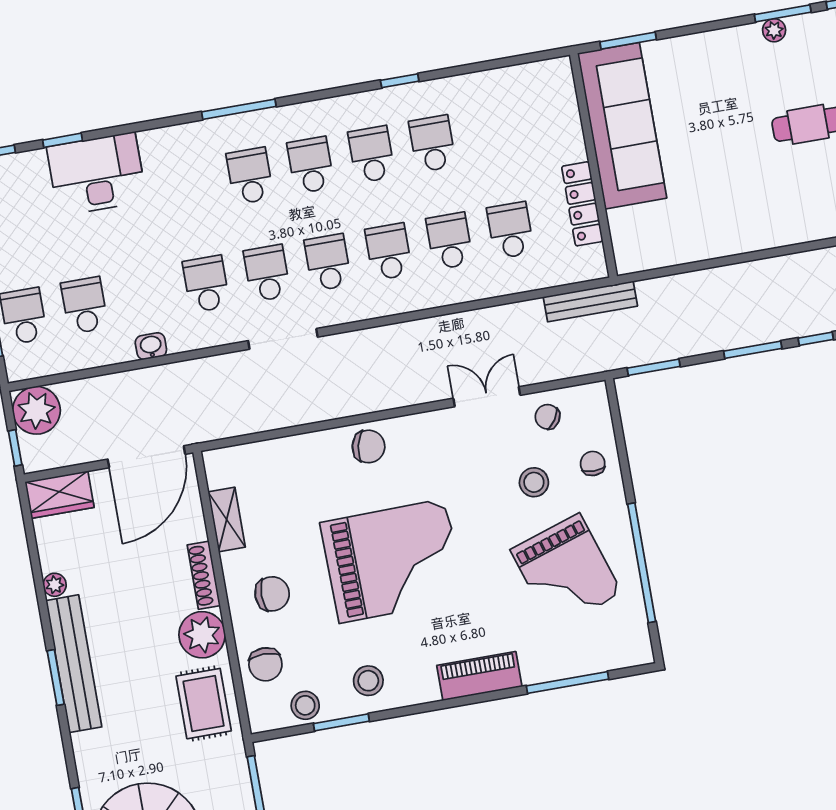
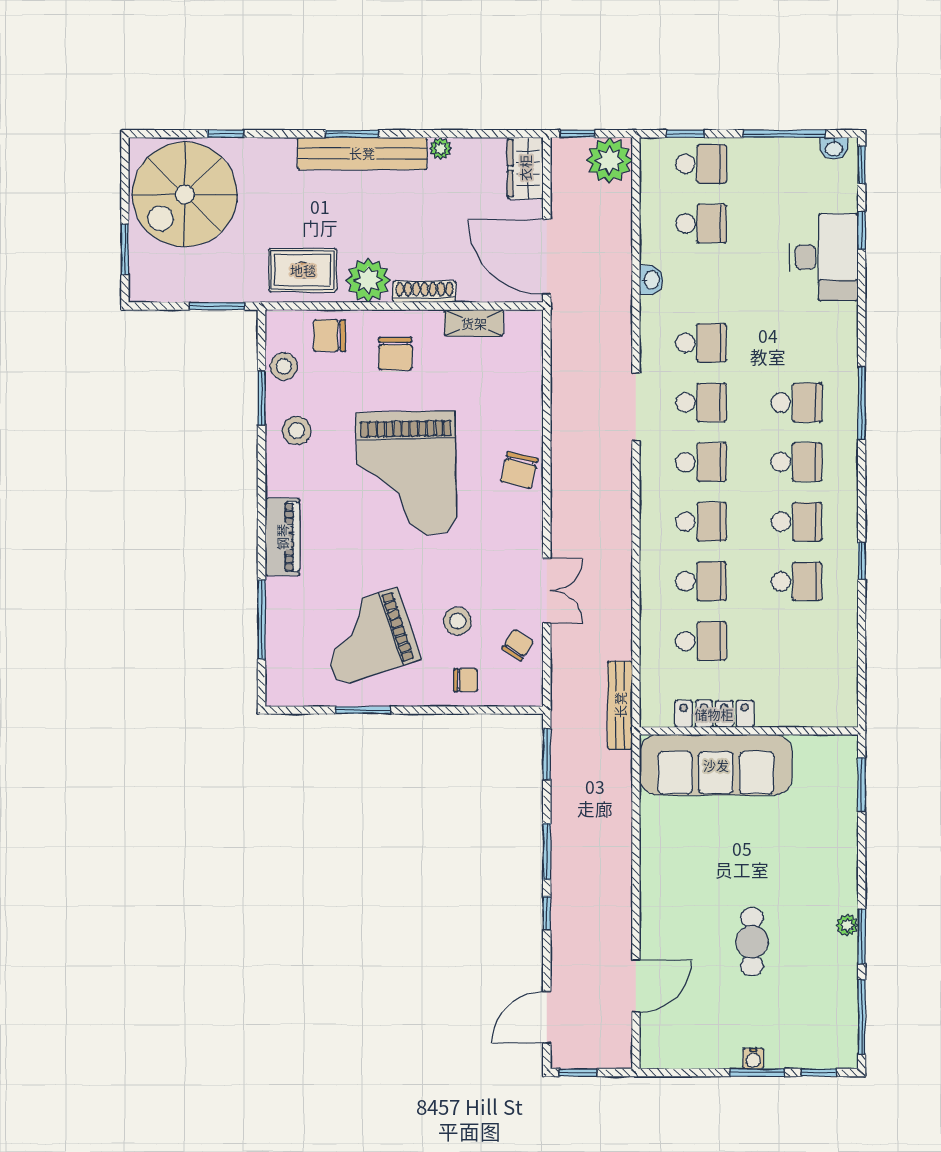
sofa: (622, 126) -> (716, 765), moved
window: (642, 563) -> (363, 710), width x0.47

